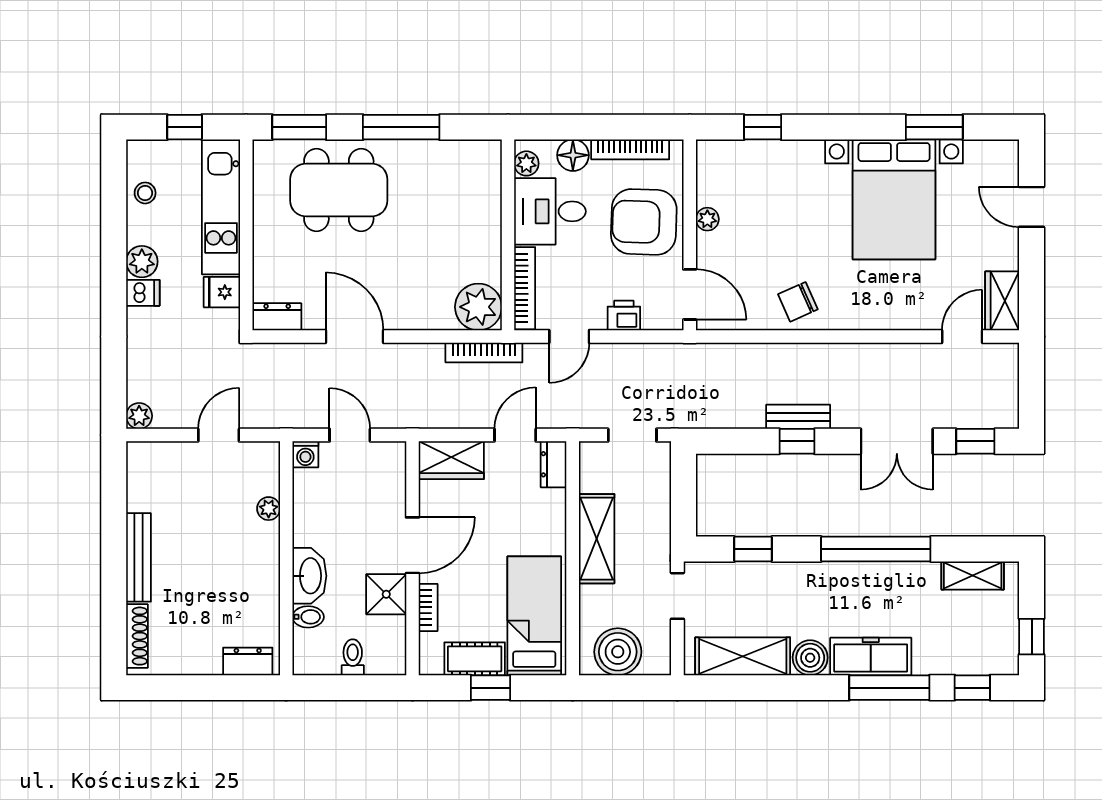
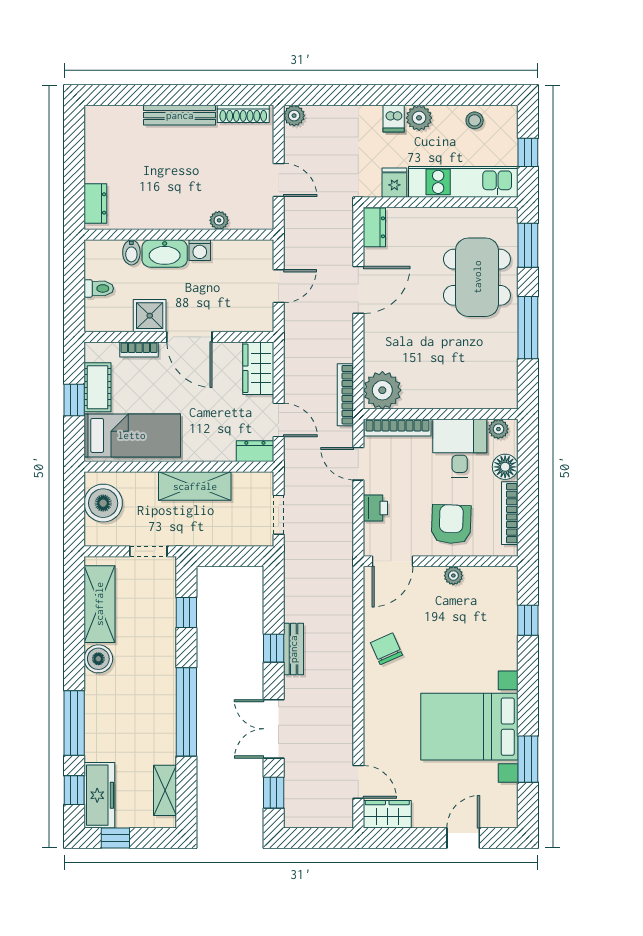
armchair: (644, 222) -> (451, 524), width x0.73, depth x0.73
washing machine: (305, 454) -> (200, 250), moved, turned -90
shoe rack: (137, 636) -> (243, 114), moved
freezer: (871, 656) -> (99, 795), moved

